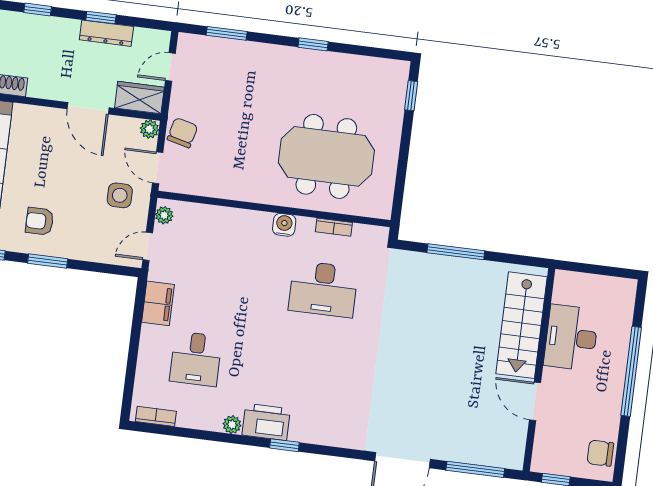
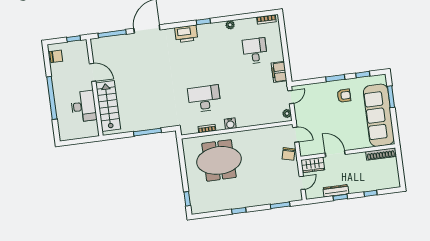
plant: (149, 129) -> (304, 152), removed
side table: (120, 195) -> (310, 117), removed
printer: (266, 422) -> (186, 34), moved

